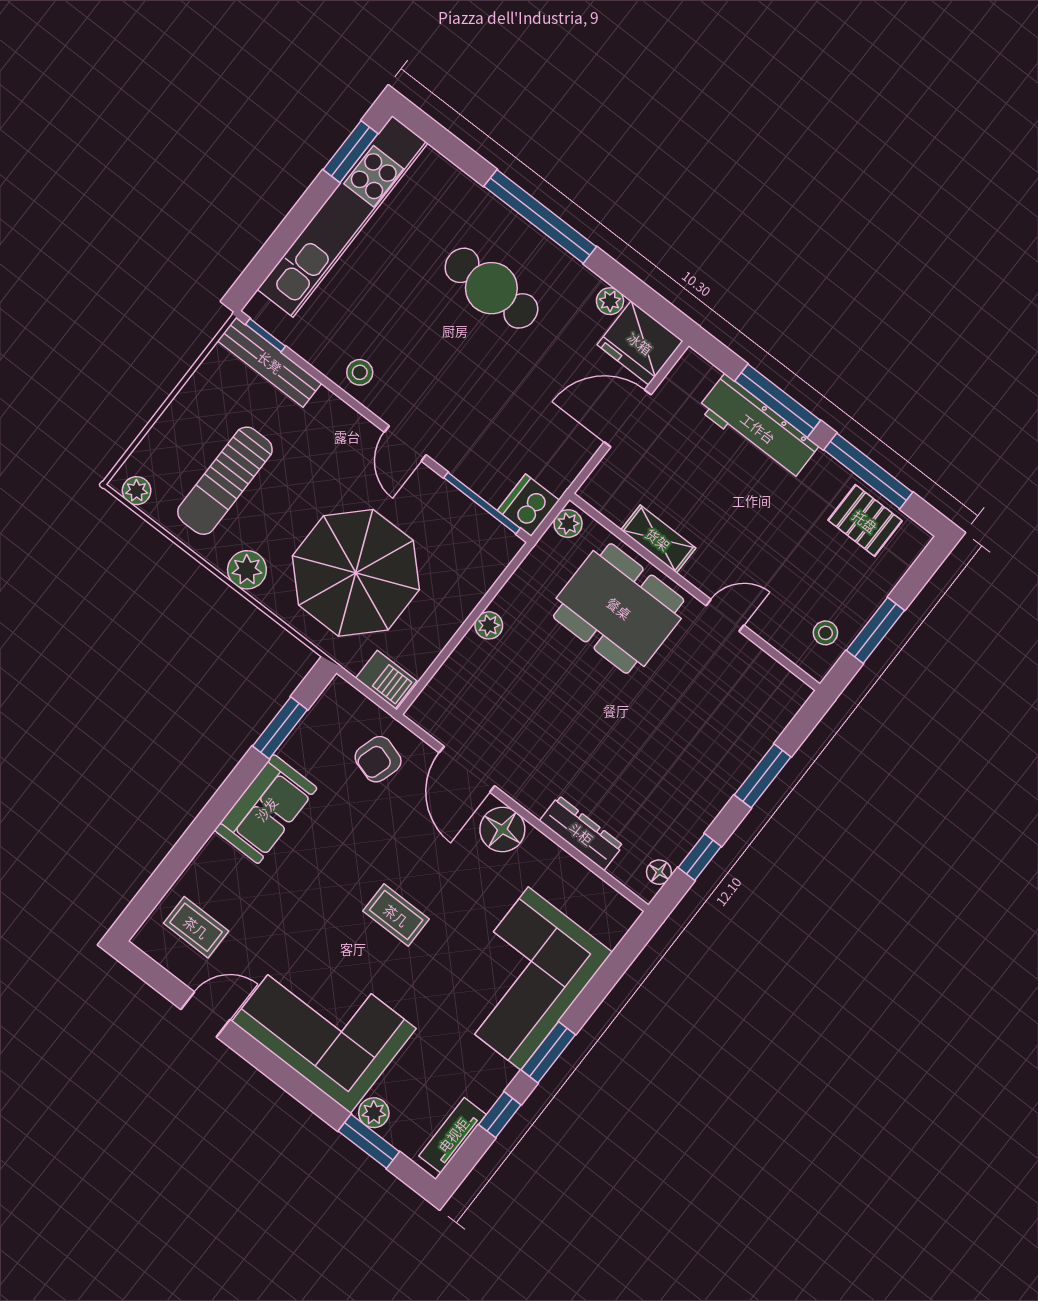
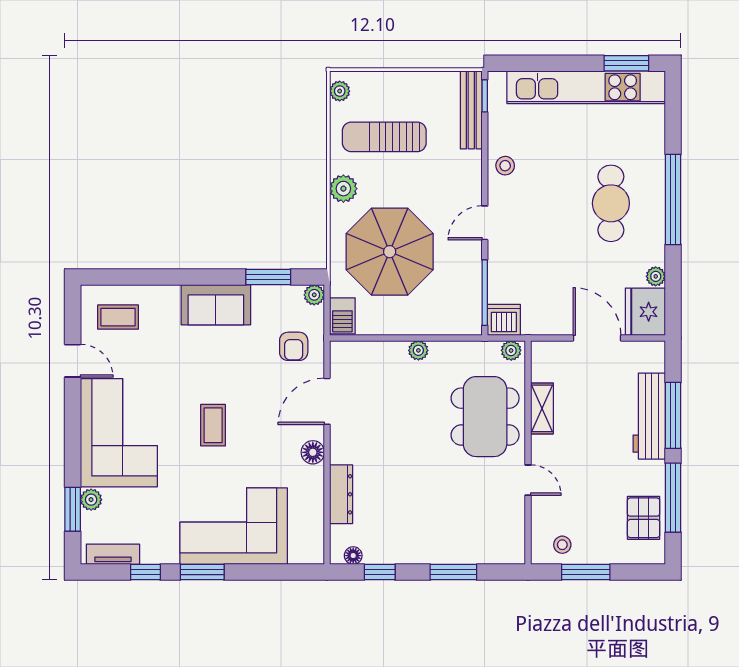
plant: (339, 693) -> (314, 295), added
armchair: (378, 759) -> (294, 346), turned -107
floor lamp: (502, 830) -> (313, 452), width x0.73, depth x0.73
coffee table: (196, 927) -> (118, 317), turned 90

